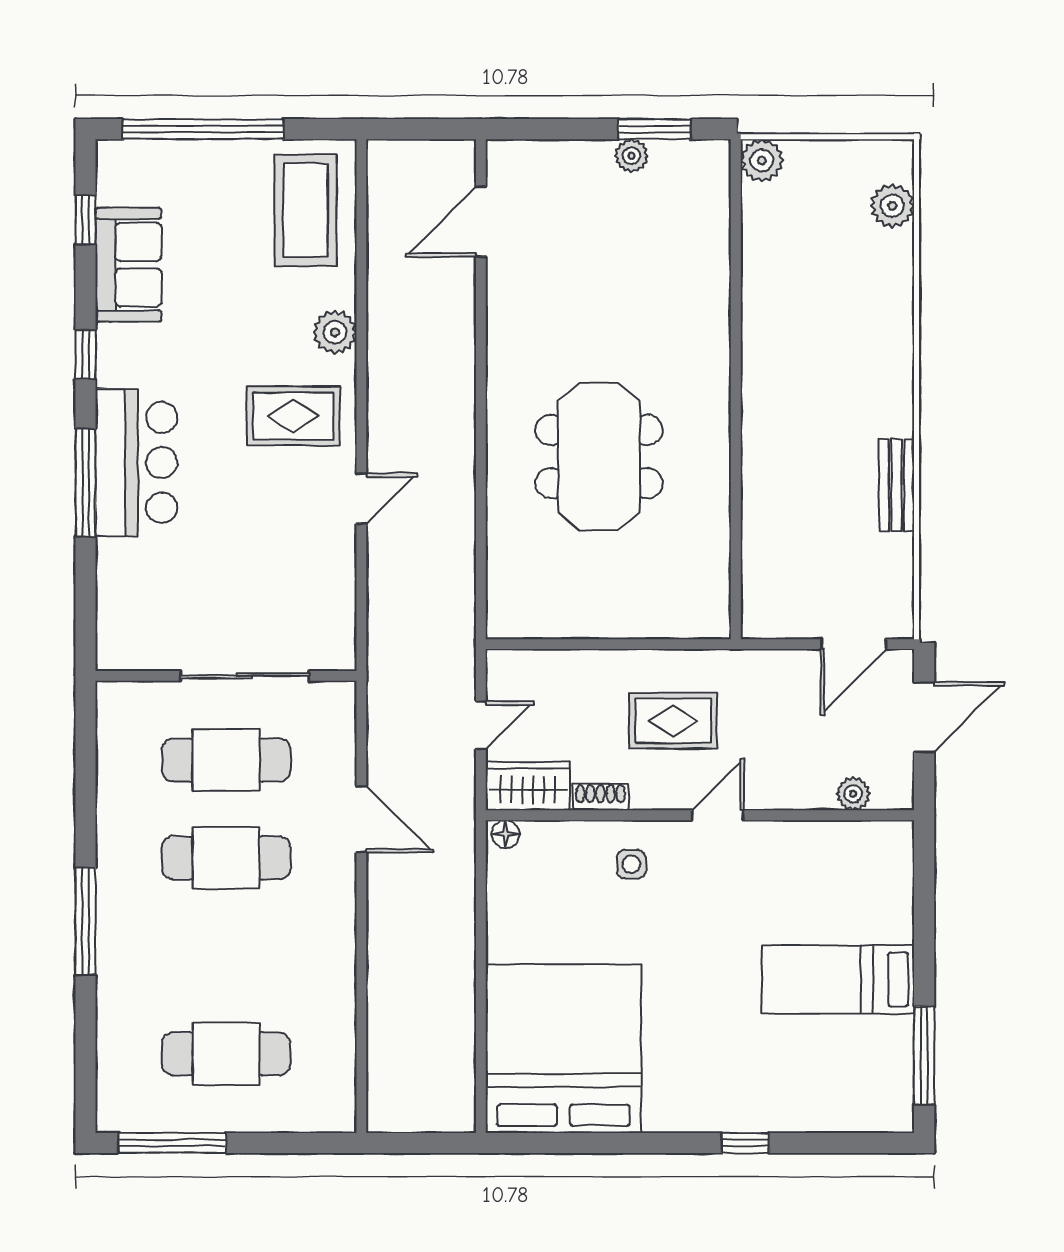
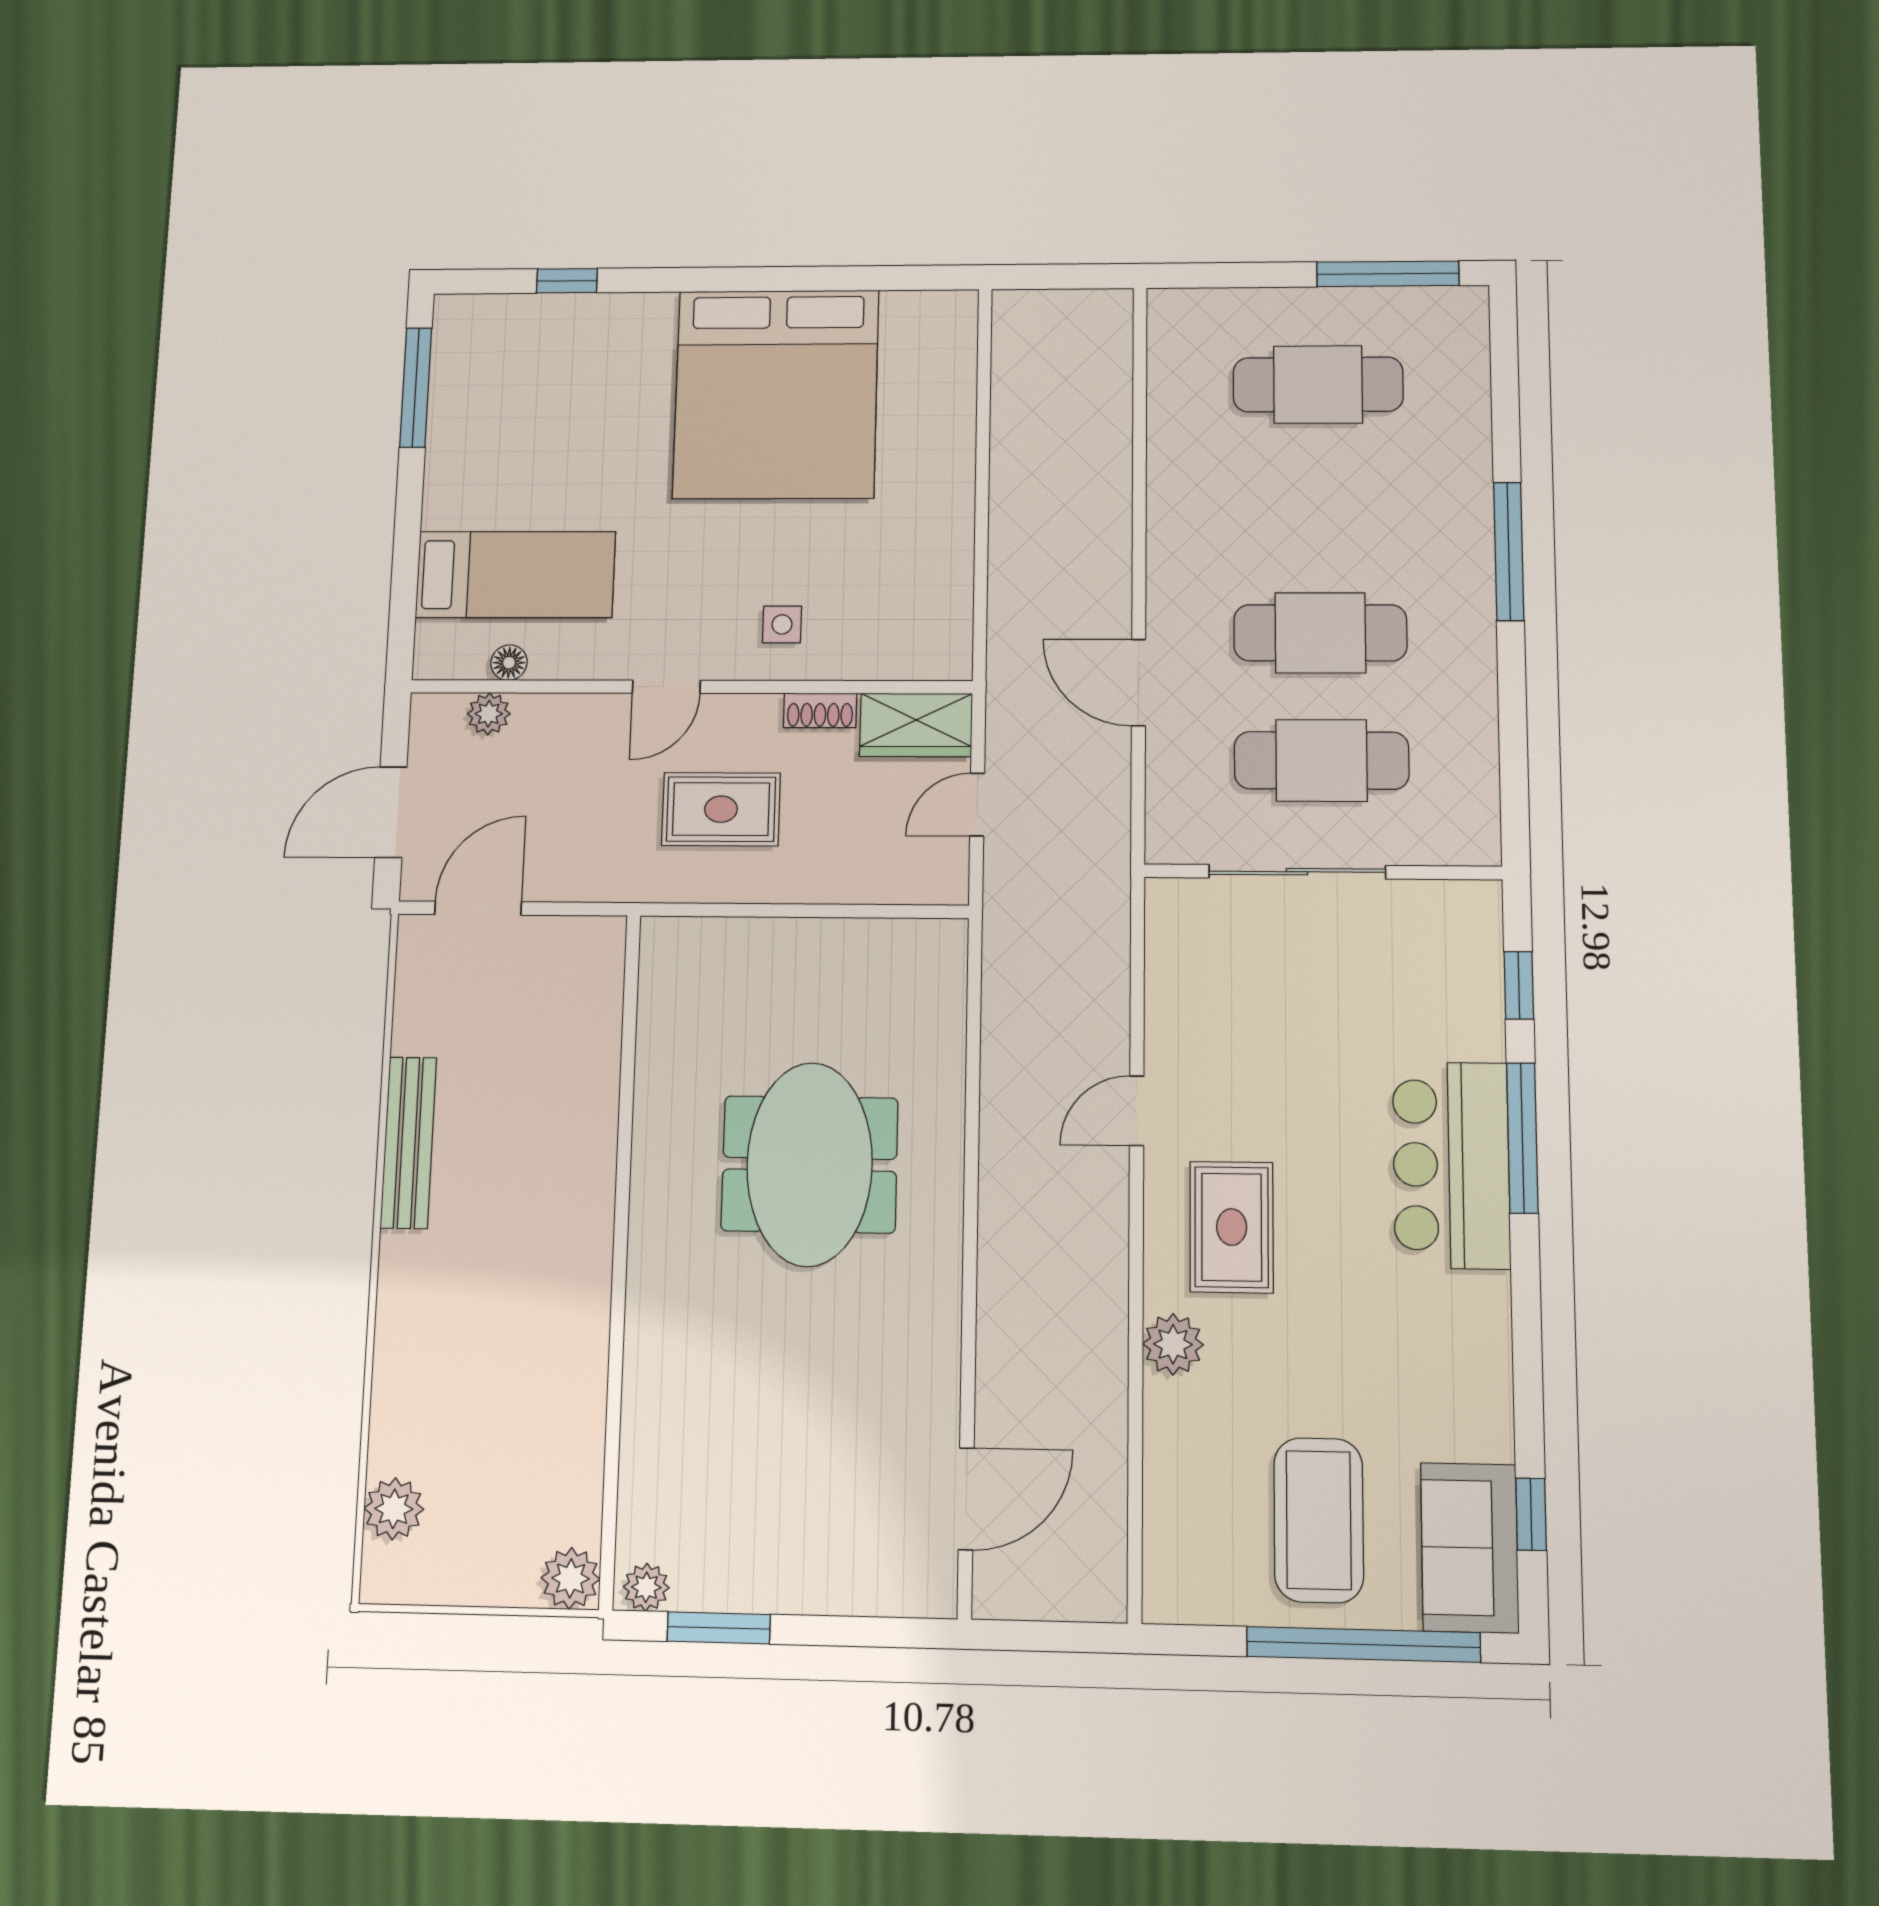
plant: (631, 156) -> (646, 1587), moved
coffee table: (306, 210) -> (1319, 1520), moved
sofa: (128, 265) -> (1470, 1548), moved
window: (86, 354) -> (1519, 985), moved
rug: (293, 416) -> (1232, 1227), turned 90
bench: (897, 485) -> (408, 1143), width x1.36
floor lamp: (506, 834) -> (509, 663), moved
bed: (838, 979) -> (515, 575), moved
bed: (563, 1049) -> (776, 394), moved
window: (745, 1143) -> (567, 281), moved

